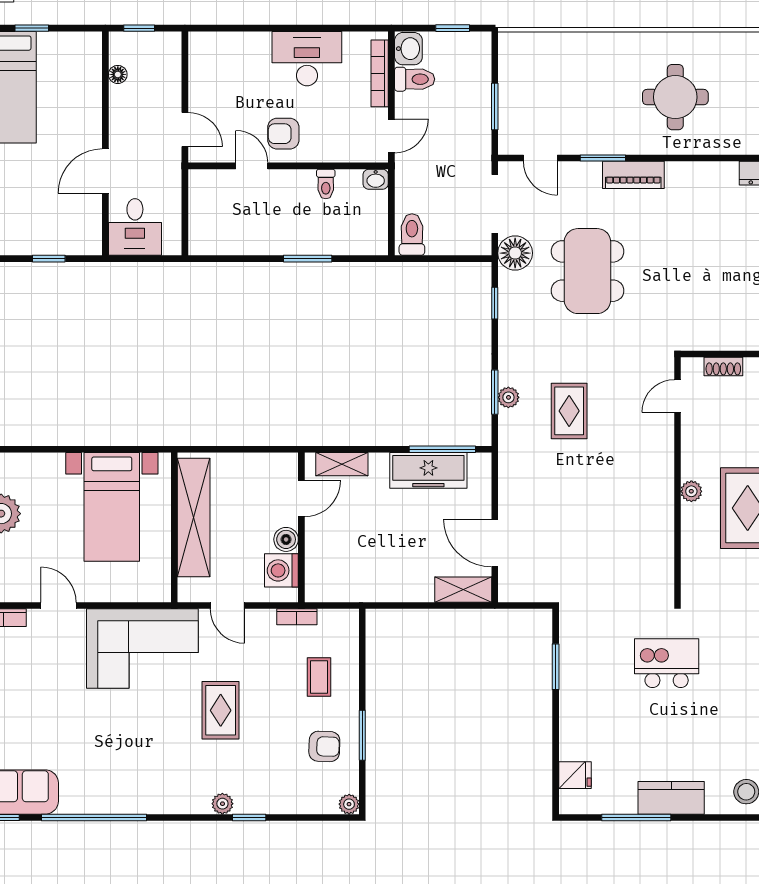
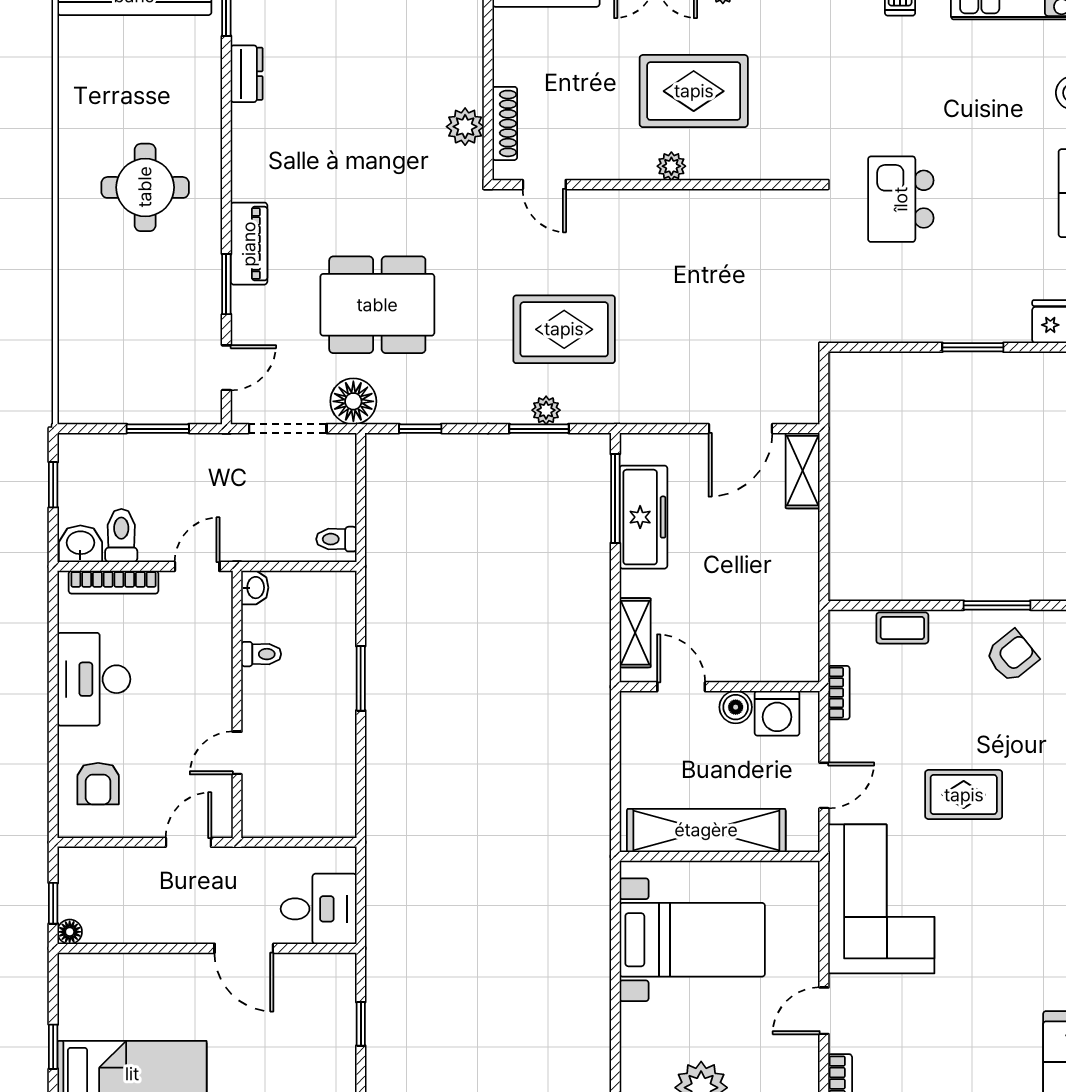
floor lamp: (118, 74) -> (70, 932), moved
armchair: (283, 134) -> (98, 784), moved
door: (391, 136) -> (197, 566), hinge flipped
toilet: (412, 235) -> (336, 539), width x0.73, depth x0.72
plant: (721, 337) -> (465, 127), added
shoe rack: (723, 366) -> (505, 123), width x1.43
rug: (569, 411) -> (564, 329), width x1.36, depth x1.43
window: (556, 667) -> (973, 347), moved
coffee table: (319, 677) -> (902, 628), moved
armchair: (324, 746) -> (1012, 656), turned 49

